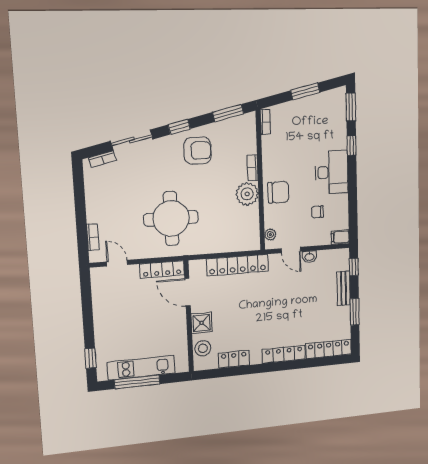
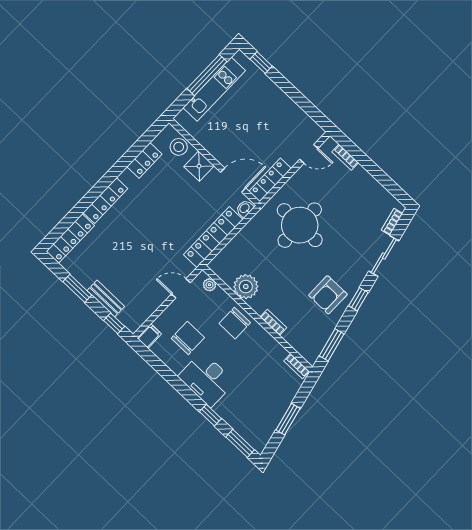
plant: (247, 194) -> (246, 287), moved
chair: (317, 212) -> (188, 338), width x1.87, depth x1.87
washbasin: (309, 257) -> (245, 208), moved

